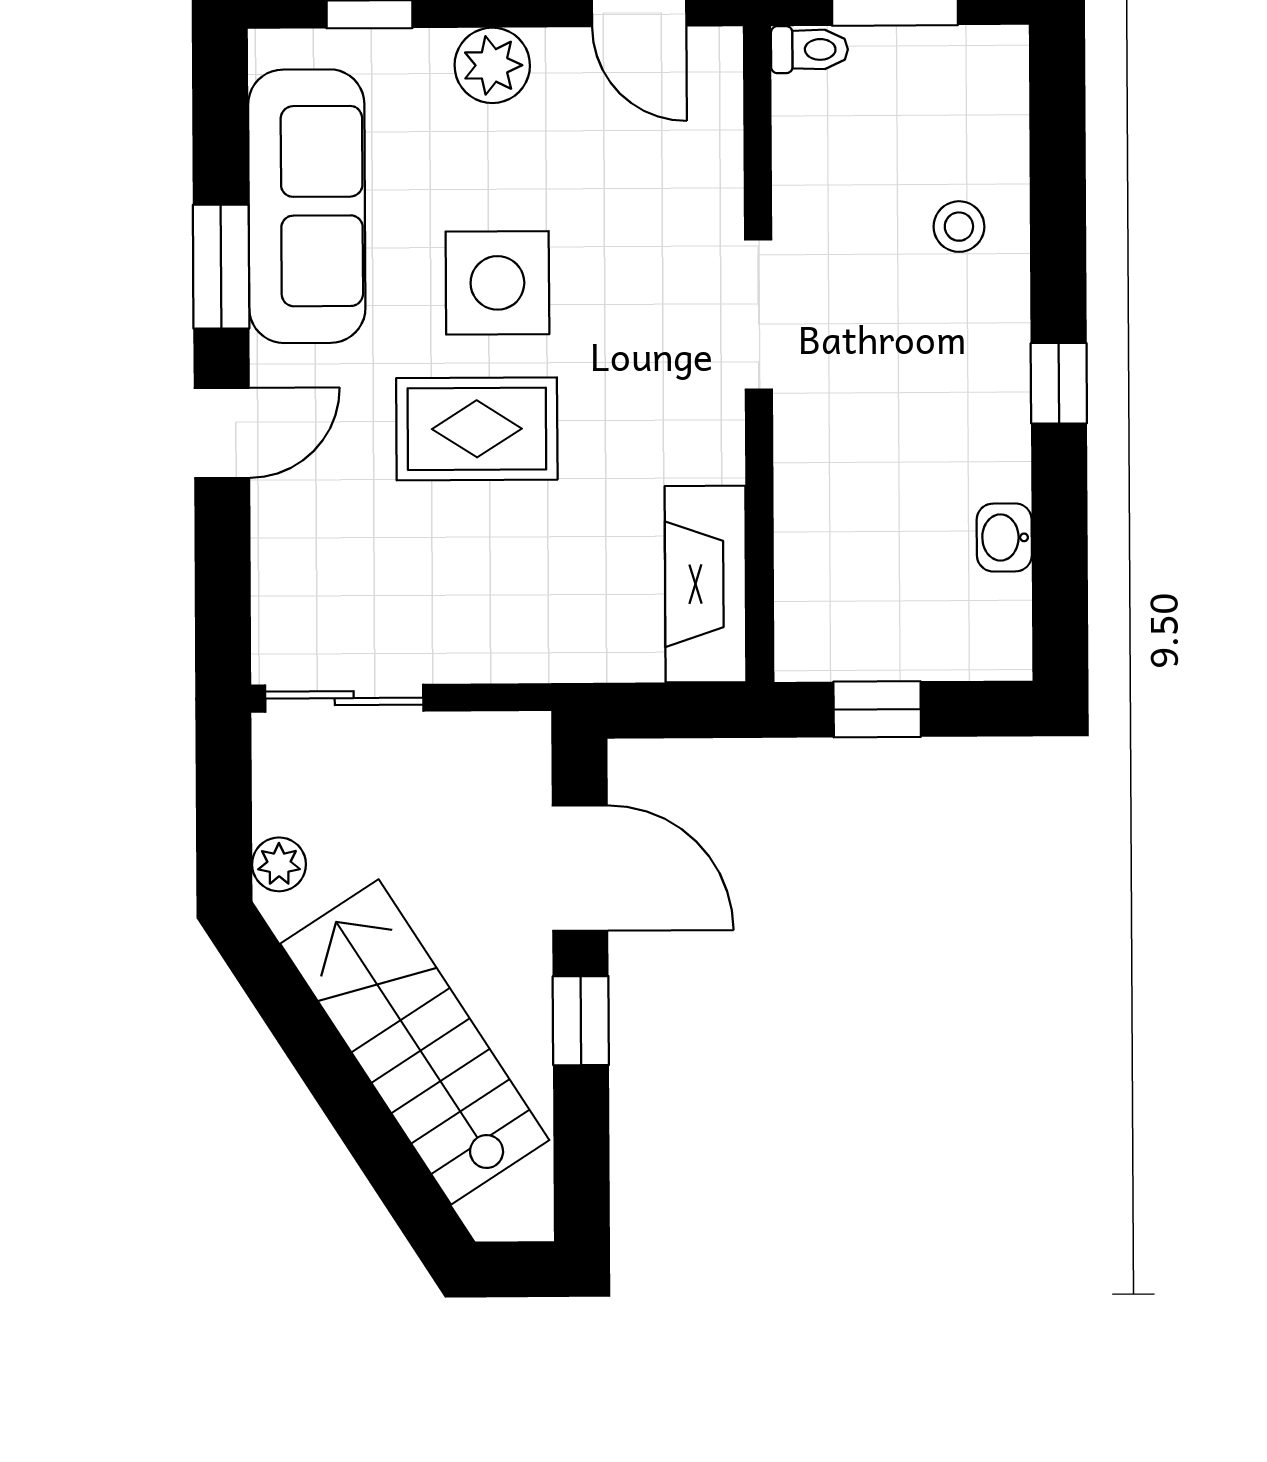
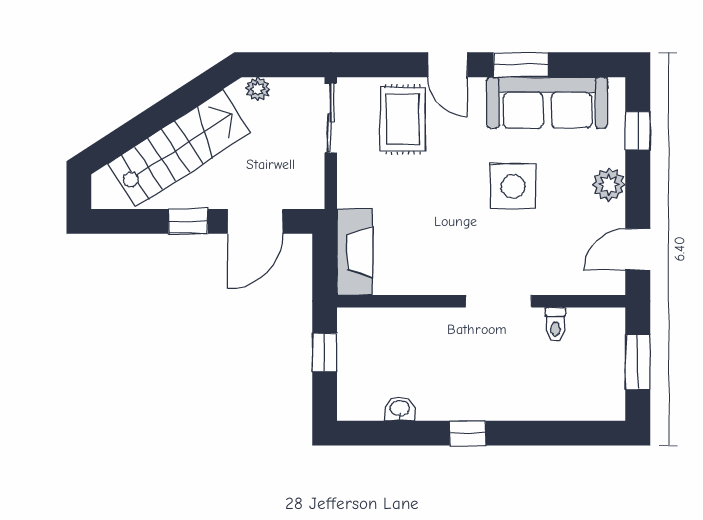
toilet: (809, 50) -> (556, 324), moved
stool: (959, 227) -> (537, 390), removed
rug: (477, 429) -> (403, 119), moved
fireplace: (706, 584) -> (355, 252), moved, turned 90

